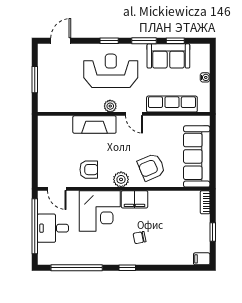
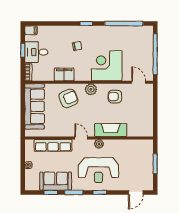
filing cabinet: (134, 199) -> (64, 74), moved
desk: (53, 228) -> (36, 52), moved, turned 180

